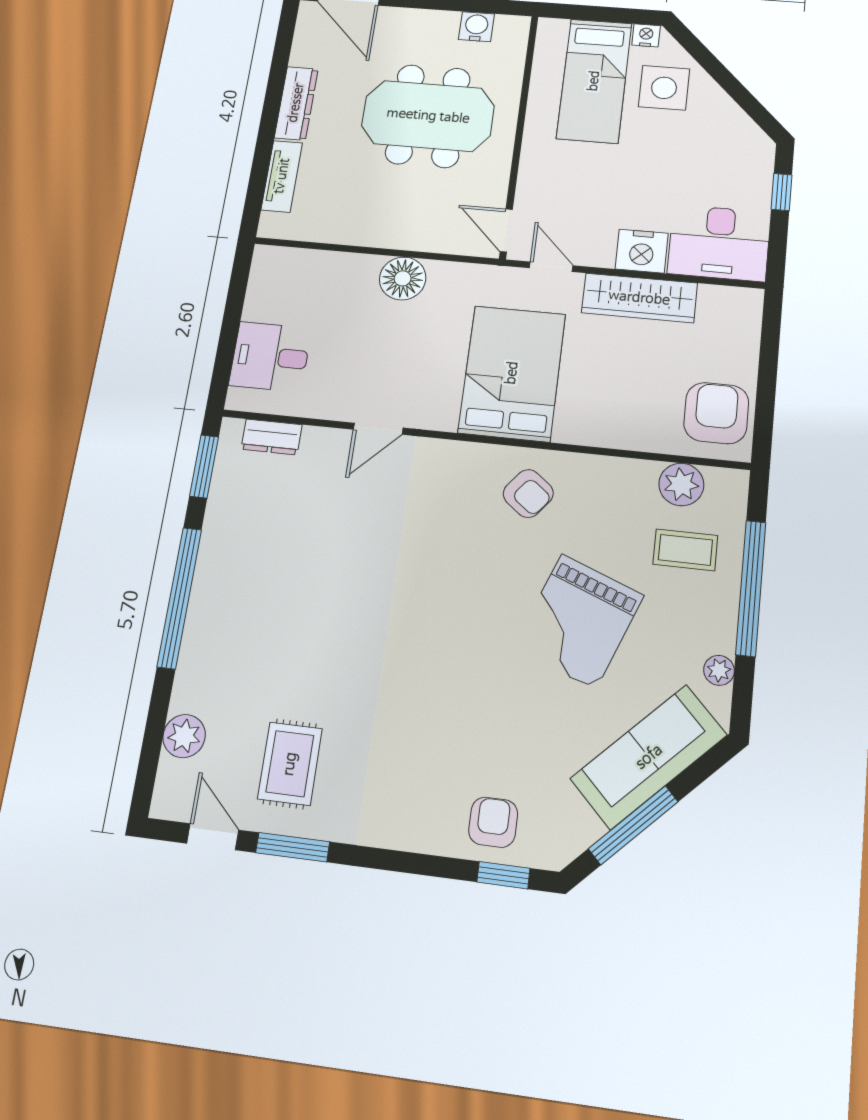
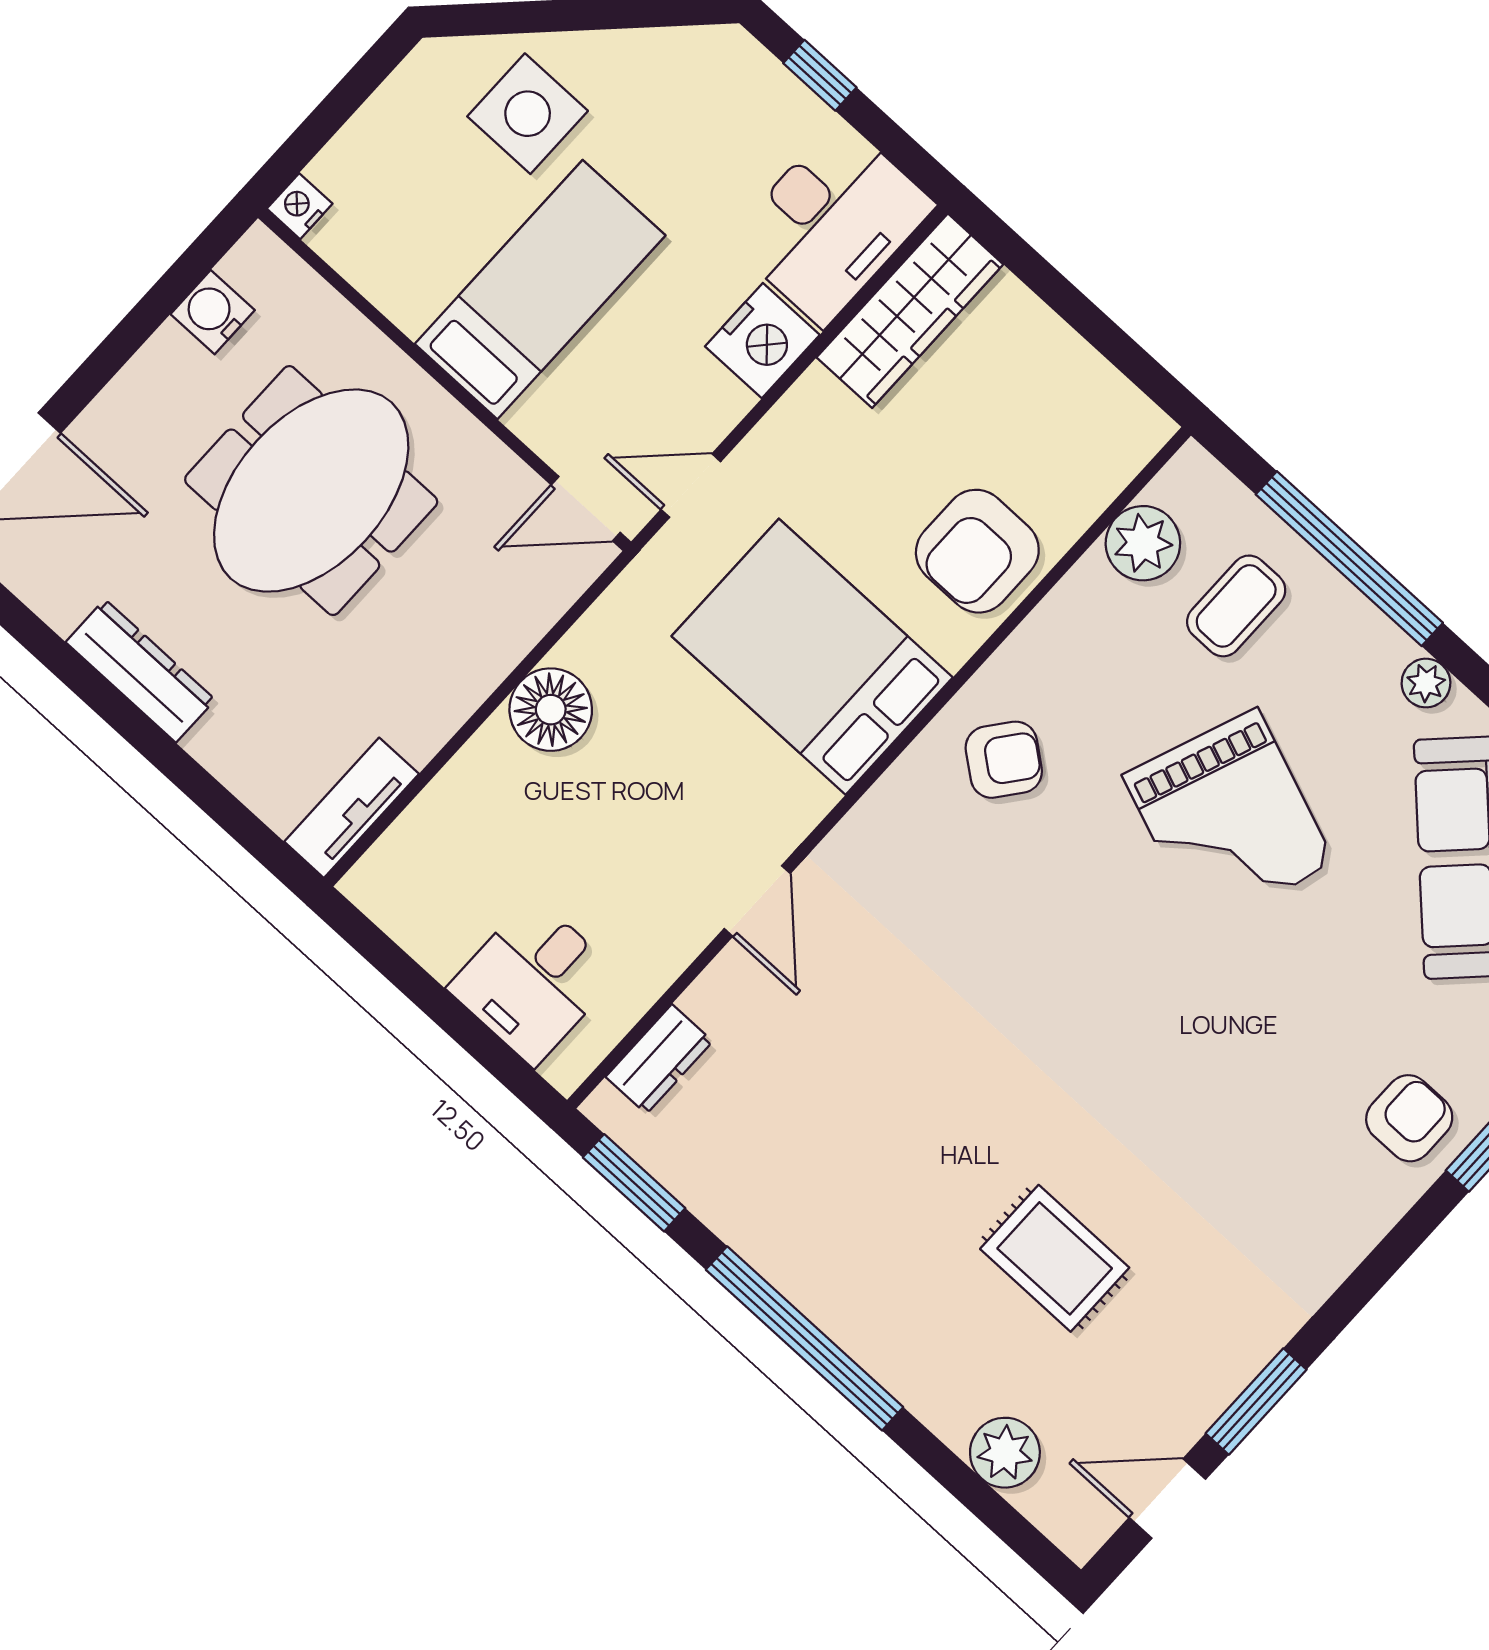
nightstand: (646, 35) -> (300, 206), moved
bed: (594, 81) -> (540, 290), moved, turned -90
tv unit: (282, 176) -> (352, 808), moved, turned -90
wardrobe: (639, 298) -> (910, 311), moved
armchair: (716, 413) -> (977, 551), moved, turned -90
rug: (290, 764) -> (1055, 1258), moved
armchair: (493, 822) -> (1409, 1118), turned 90

